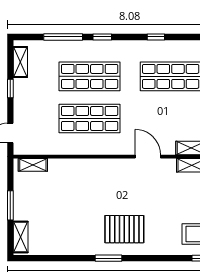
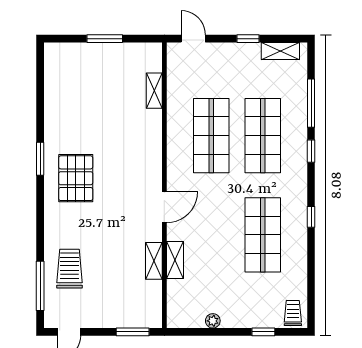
shelving: (33, 165) -> (154, 91), moved
shelving: (21, 237) -> (66, 51), removed

